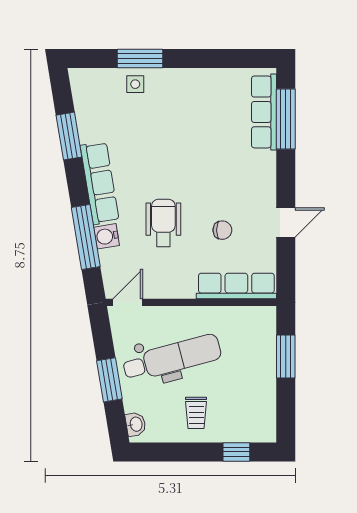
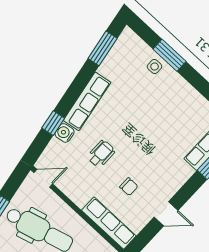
window: (69, 136) -> (103, 48), moved
wheelchair: (163, 223) -> (101, 154), width x0.73, depth x0.73
window: (86, 237) -> (53, 123), width x0.46

